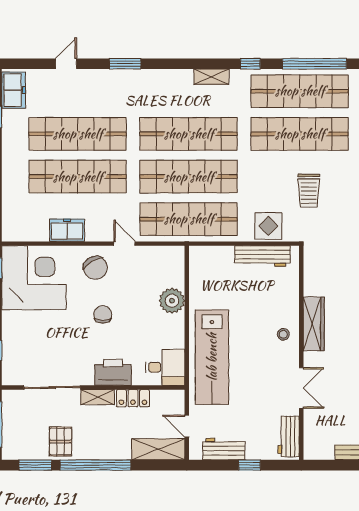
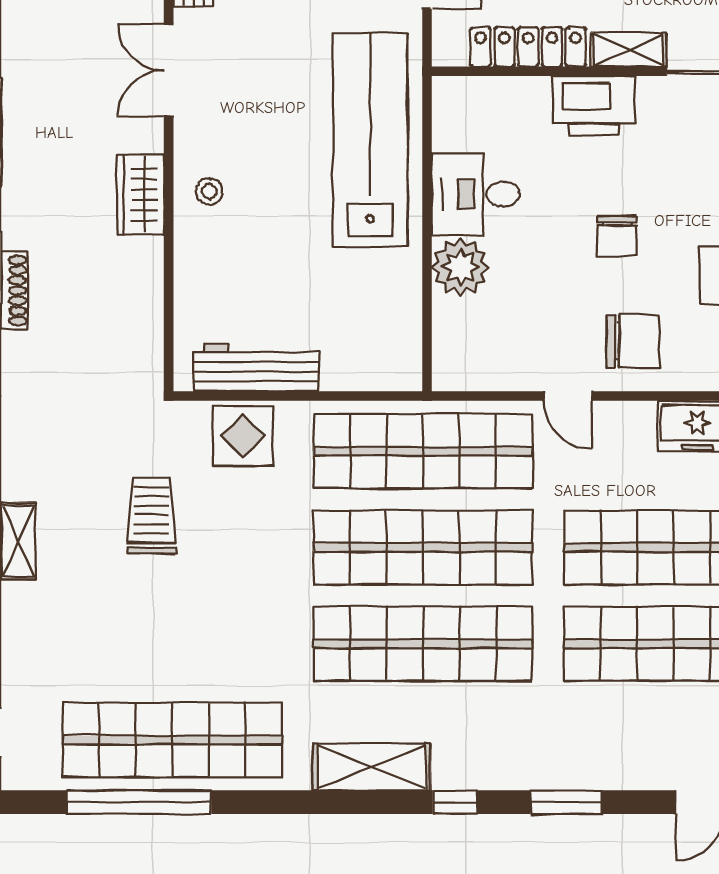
window: (250, 64) -> (455, 802), moved
shelving: (211, 77) -> (372, 767), width x1.50, depth x1.33
shop shelf: (300, 134) -> (172, 644), removed
chair: (95, 268) -> (633, 341), turned 120
wardrobe: (314, 324) -> (140, 194), width x0.67
desk: (165, 367) -> (476, 194), moved
locker: (133, 398) -> (528, 47), width x1.53

